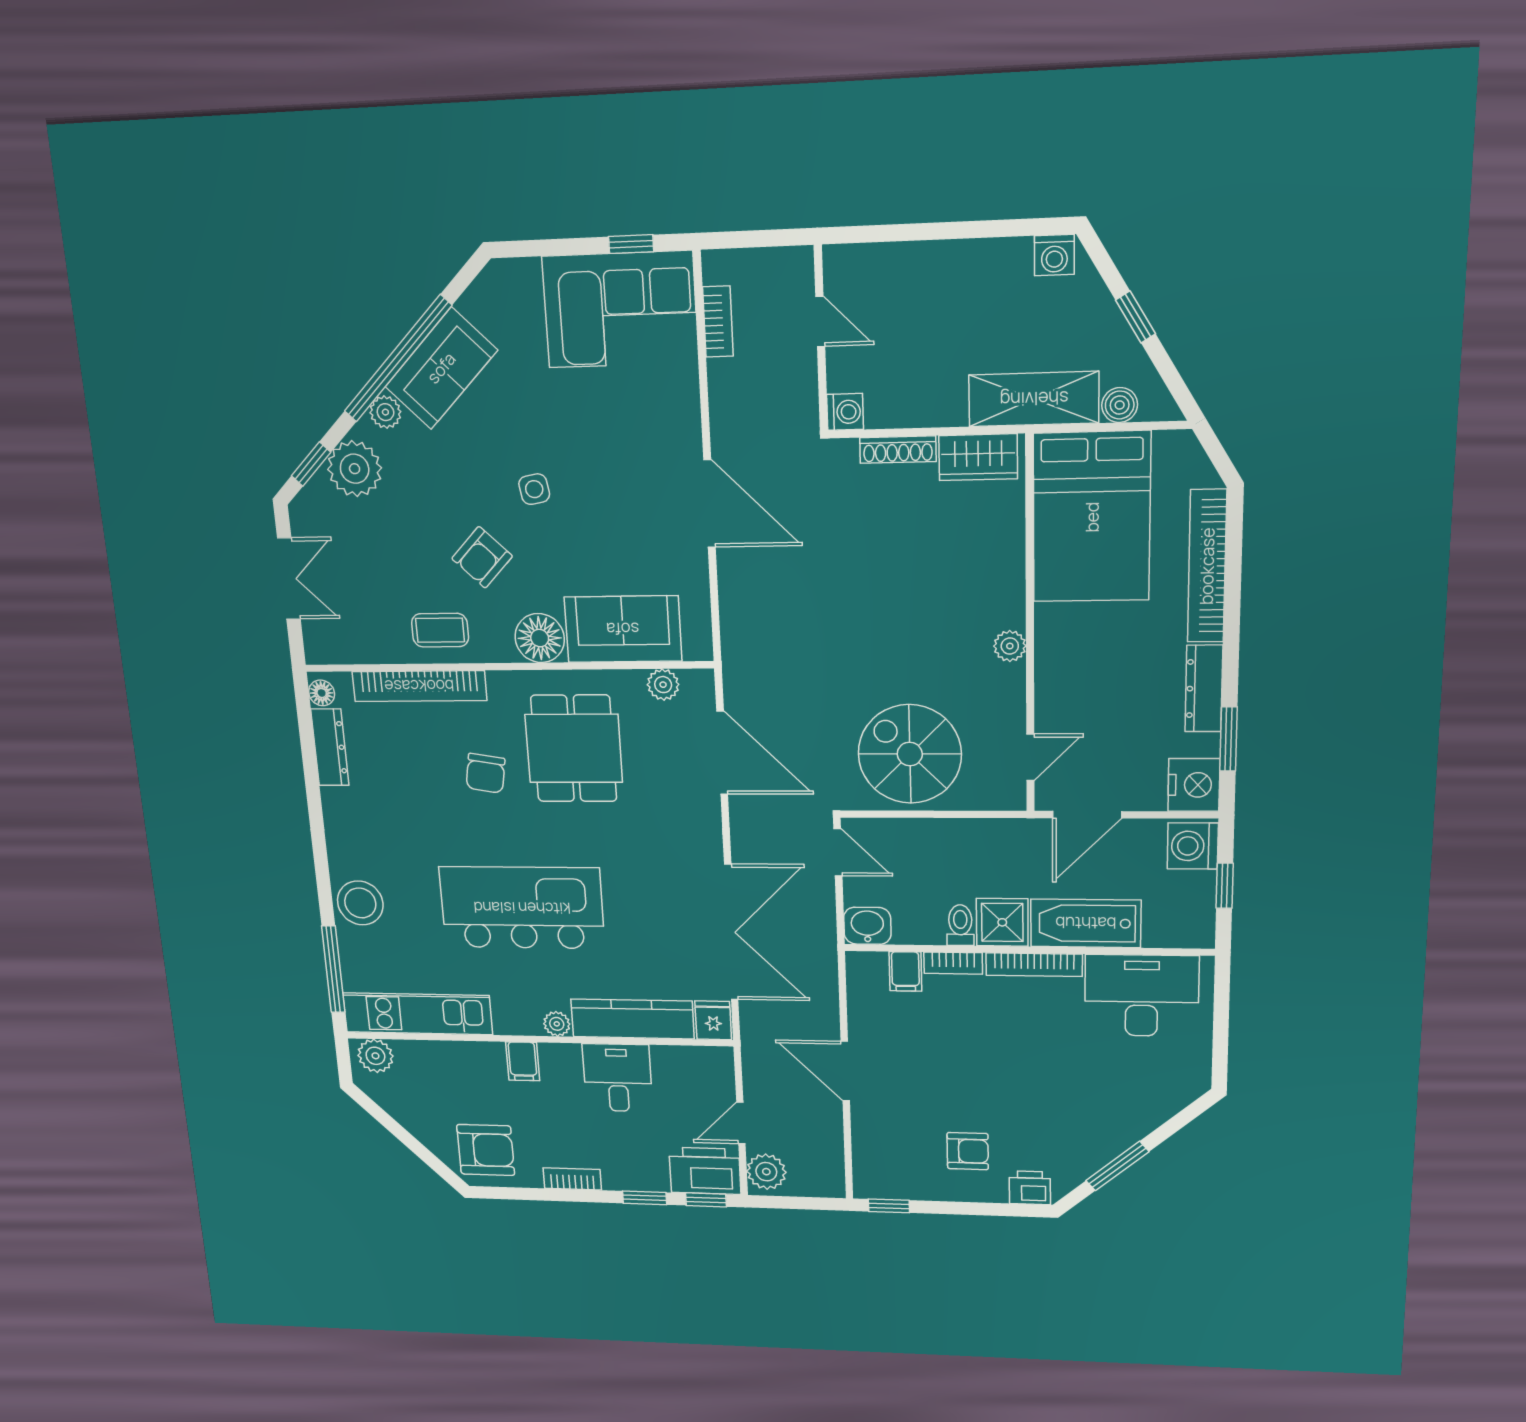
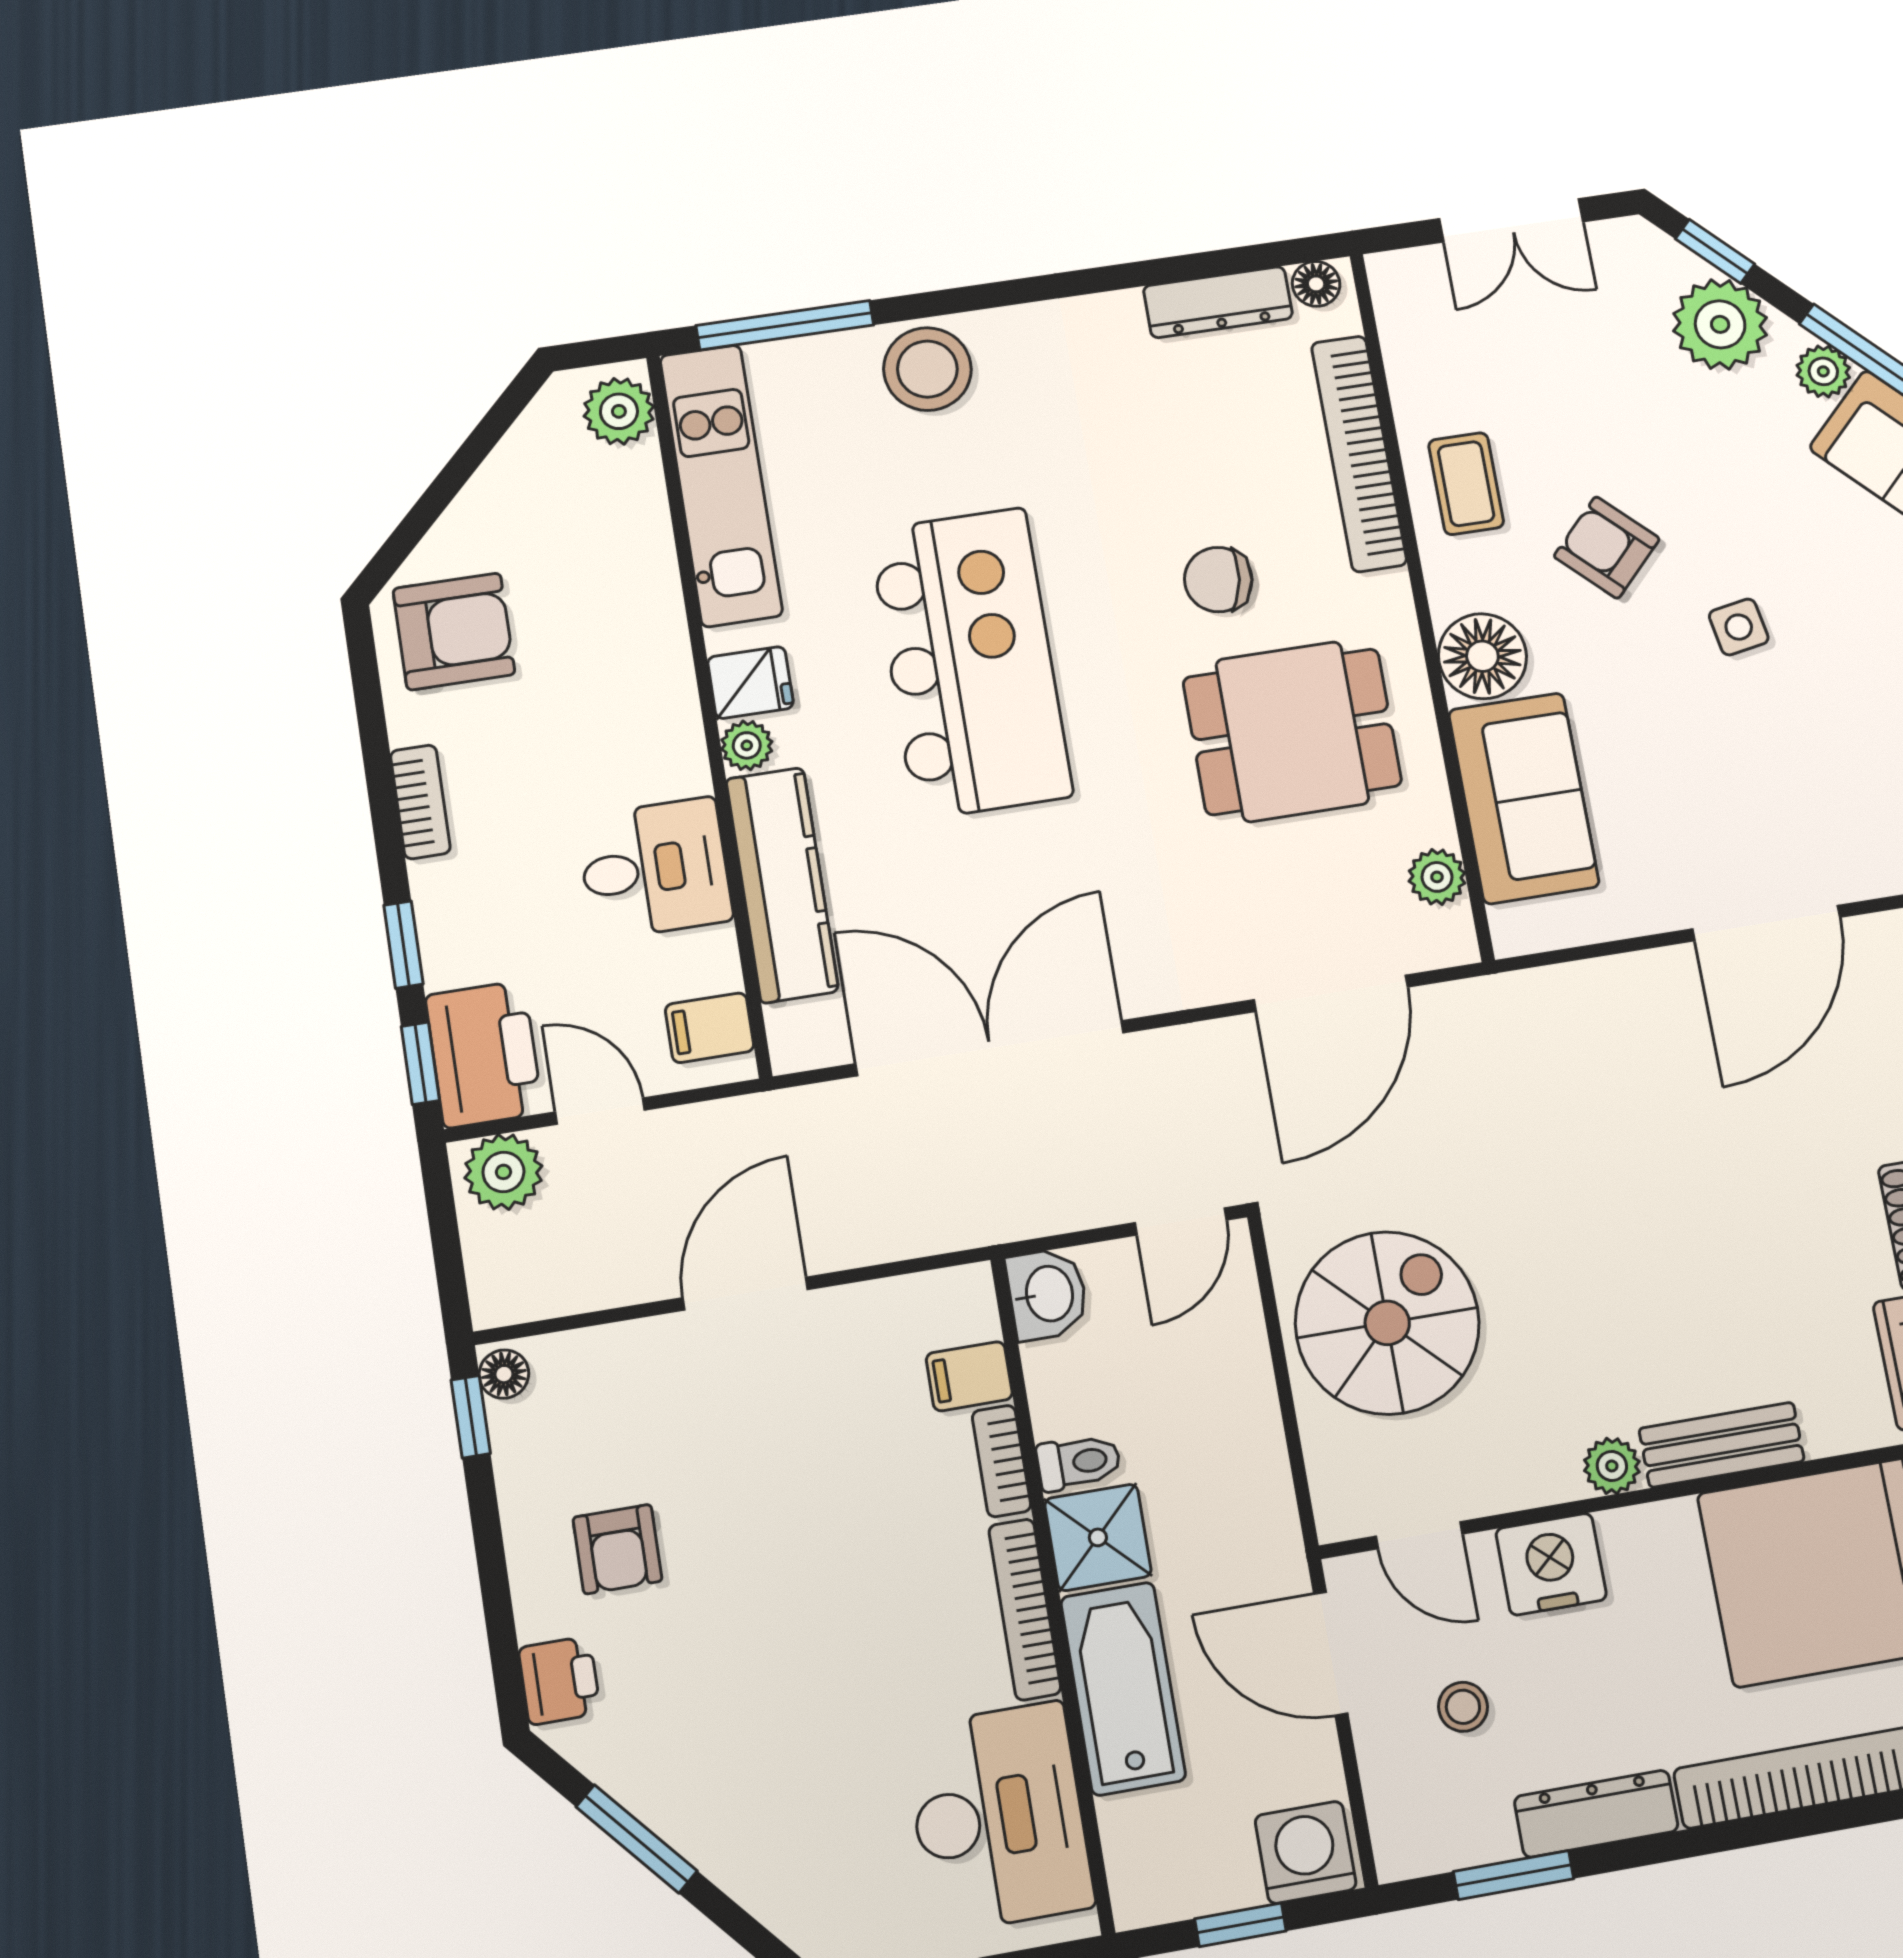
bench: (1008, 582) -> (1722, 1445), added
stool: (1130, 750) -> (1463, 1707), added
nightstand: (1194, 785) -> (1551, 1564), moved, turned 180
double door: (731, 932) -> (990, 1048), swing flipped
fridge: (713, 1020) -> (750, 683), moved
filing cabinet: (523, 1061) -> (710, 1028), moved
armchair: (486, 1150) -> (454, 631), turned -90
floor lamp: (870, 1188) -> (504, 1374), added

